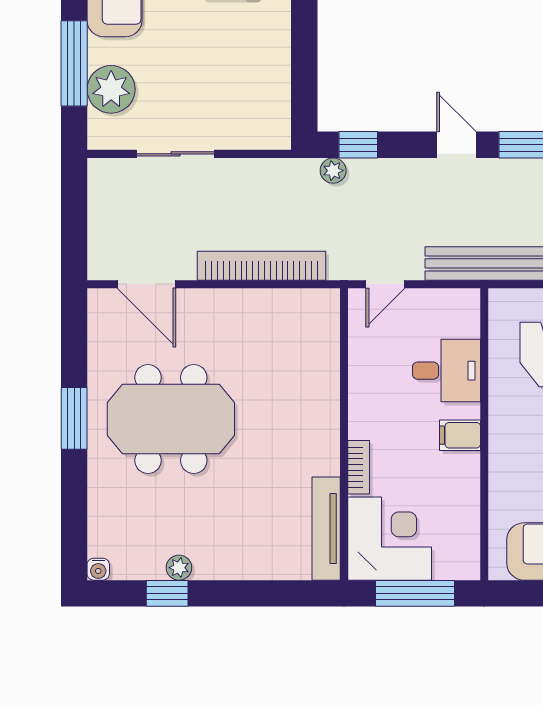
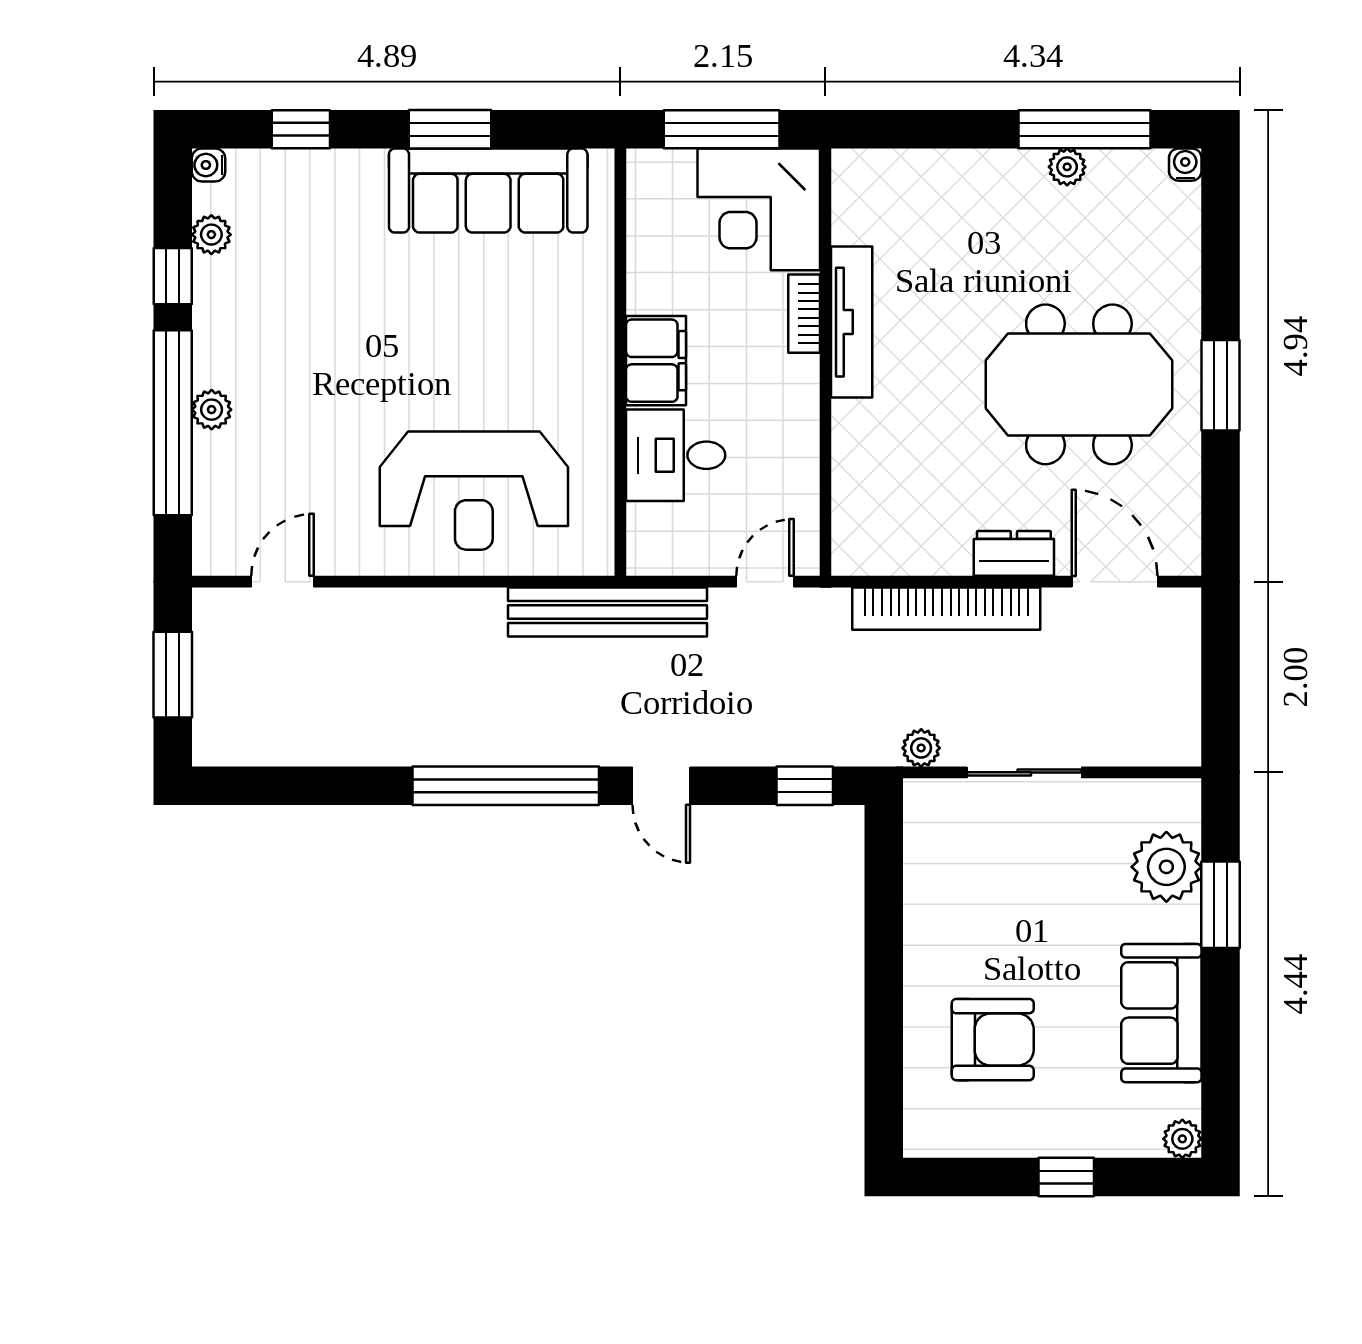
window: (74, 63) -> (1221, 905), width x0.69
sliding door: (176, 154) -> (1024, 772), moved
plant: (333, 171) -> (921, 748), moved
dresser: (215, 304) -> (1014, 553), added
filing cabinet: (460, 435) -> (656, 361), width x2.00
tv unit: (326, 529) -> (852, 322), moved
window: (167, 593) -> (1085, 129), width x2.17

